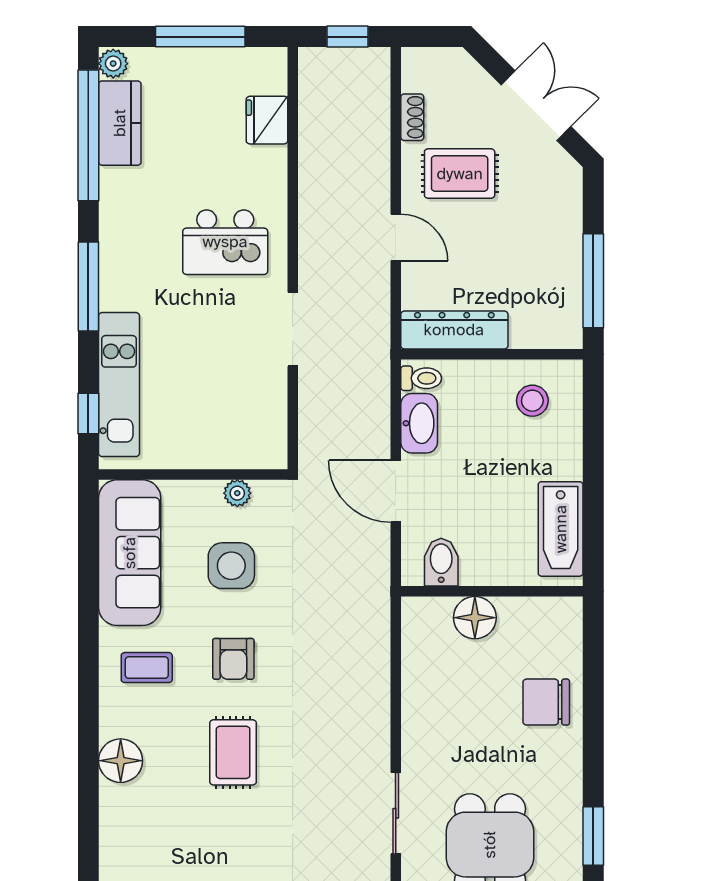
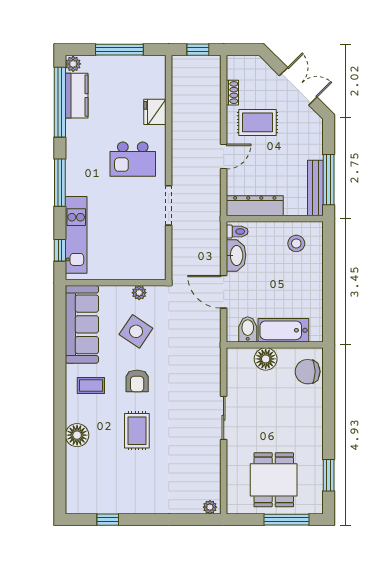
fridge: (267, 120) -> (155, 112), moved
door: (396, 237) -> (224, 157), hinge flipped
bench: (568, 297) -> (315, 188), added
bathtub: (561, 529) -> (283, 330), moved, turned 90
side table: (231, 566) -> (136, 331), turned 34
chair: (546, 702) -> (308, 372), moved
sliding door: (396, 813) -> (224, 418), moved

